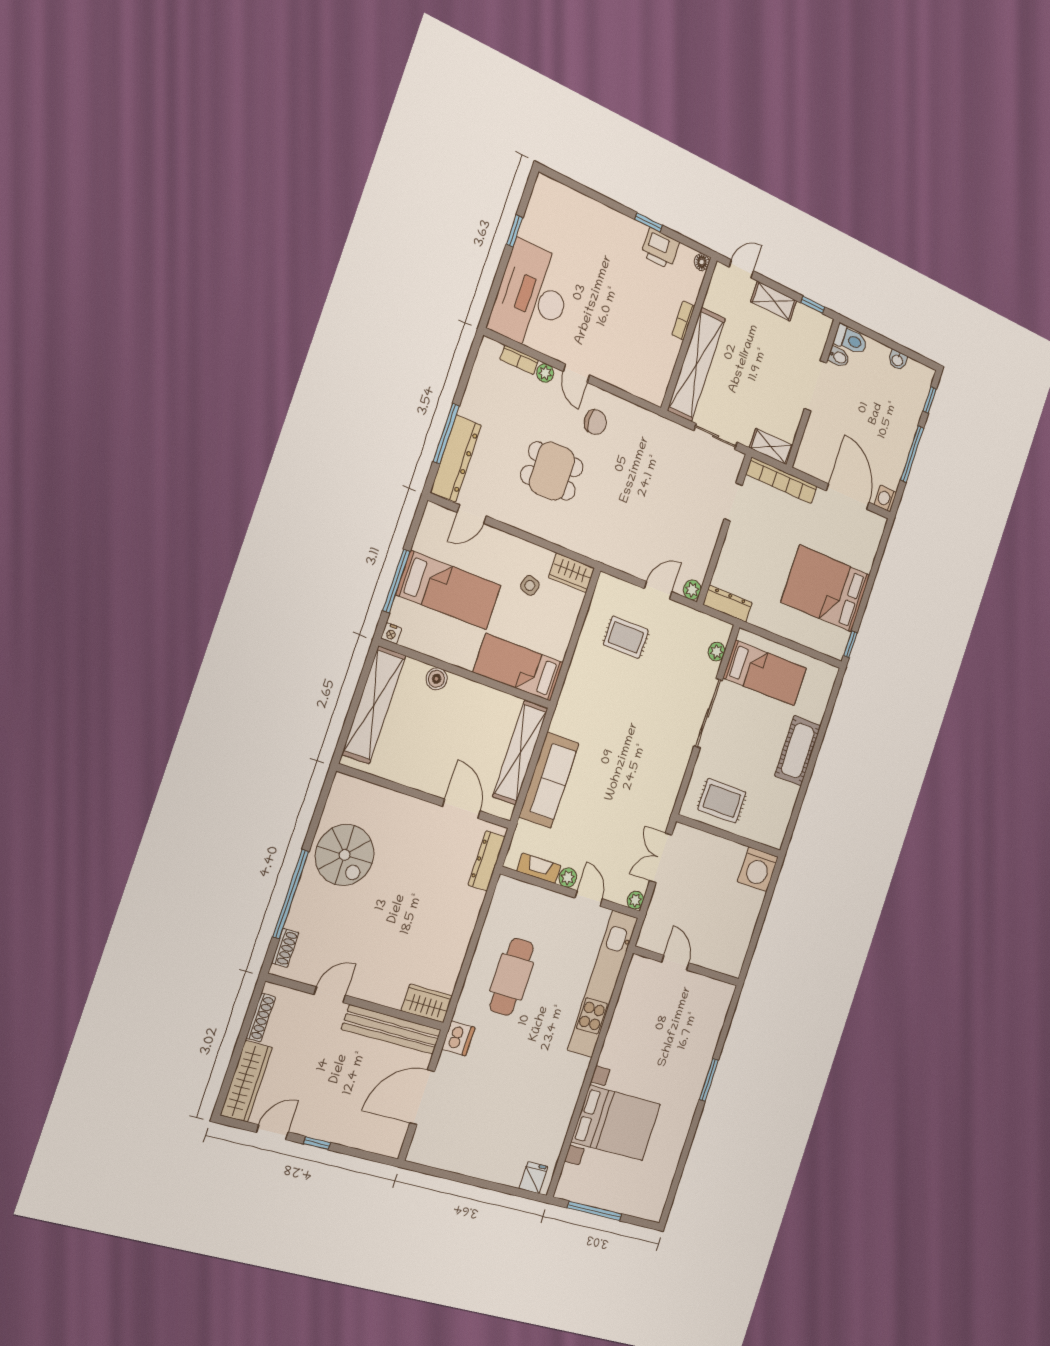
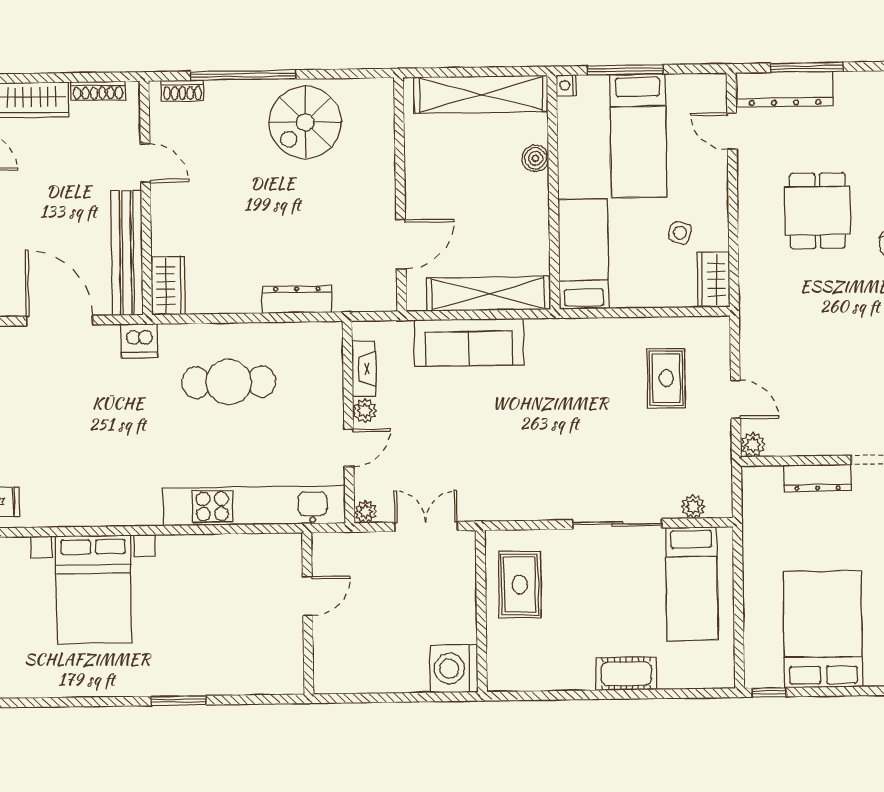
dresser: (728, 604) -> (817, 478), moved, turned 90
cot: (798, 751) -> (626, 674), width x0.73, depth x0.75
dresser: (487, 861) -> (297, 299), moved

